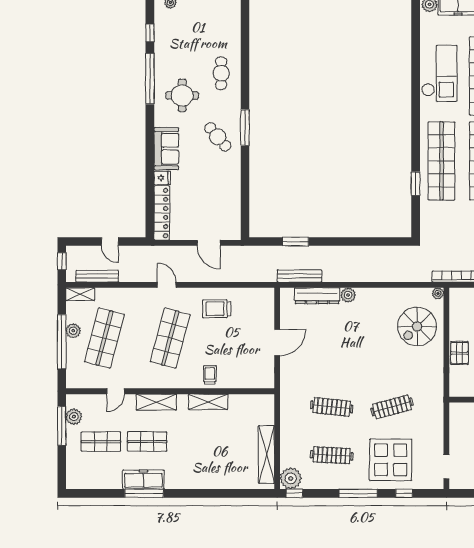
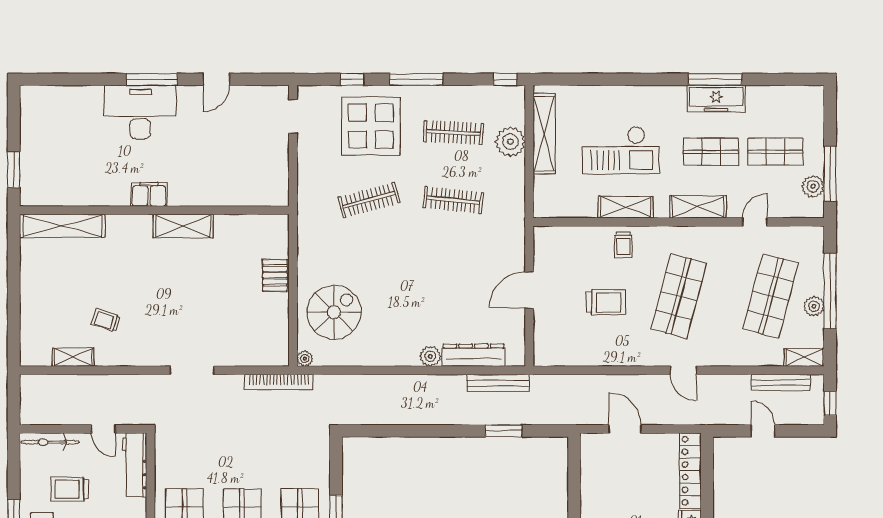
trolley: (217, 309) -> (606, 302), moved
checkout: (212, 443) -> (621, 150), added
plant: (291, 478) -> (510, 142), moved

